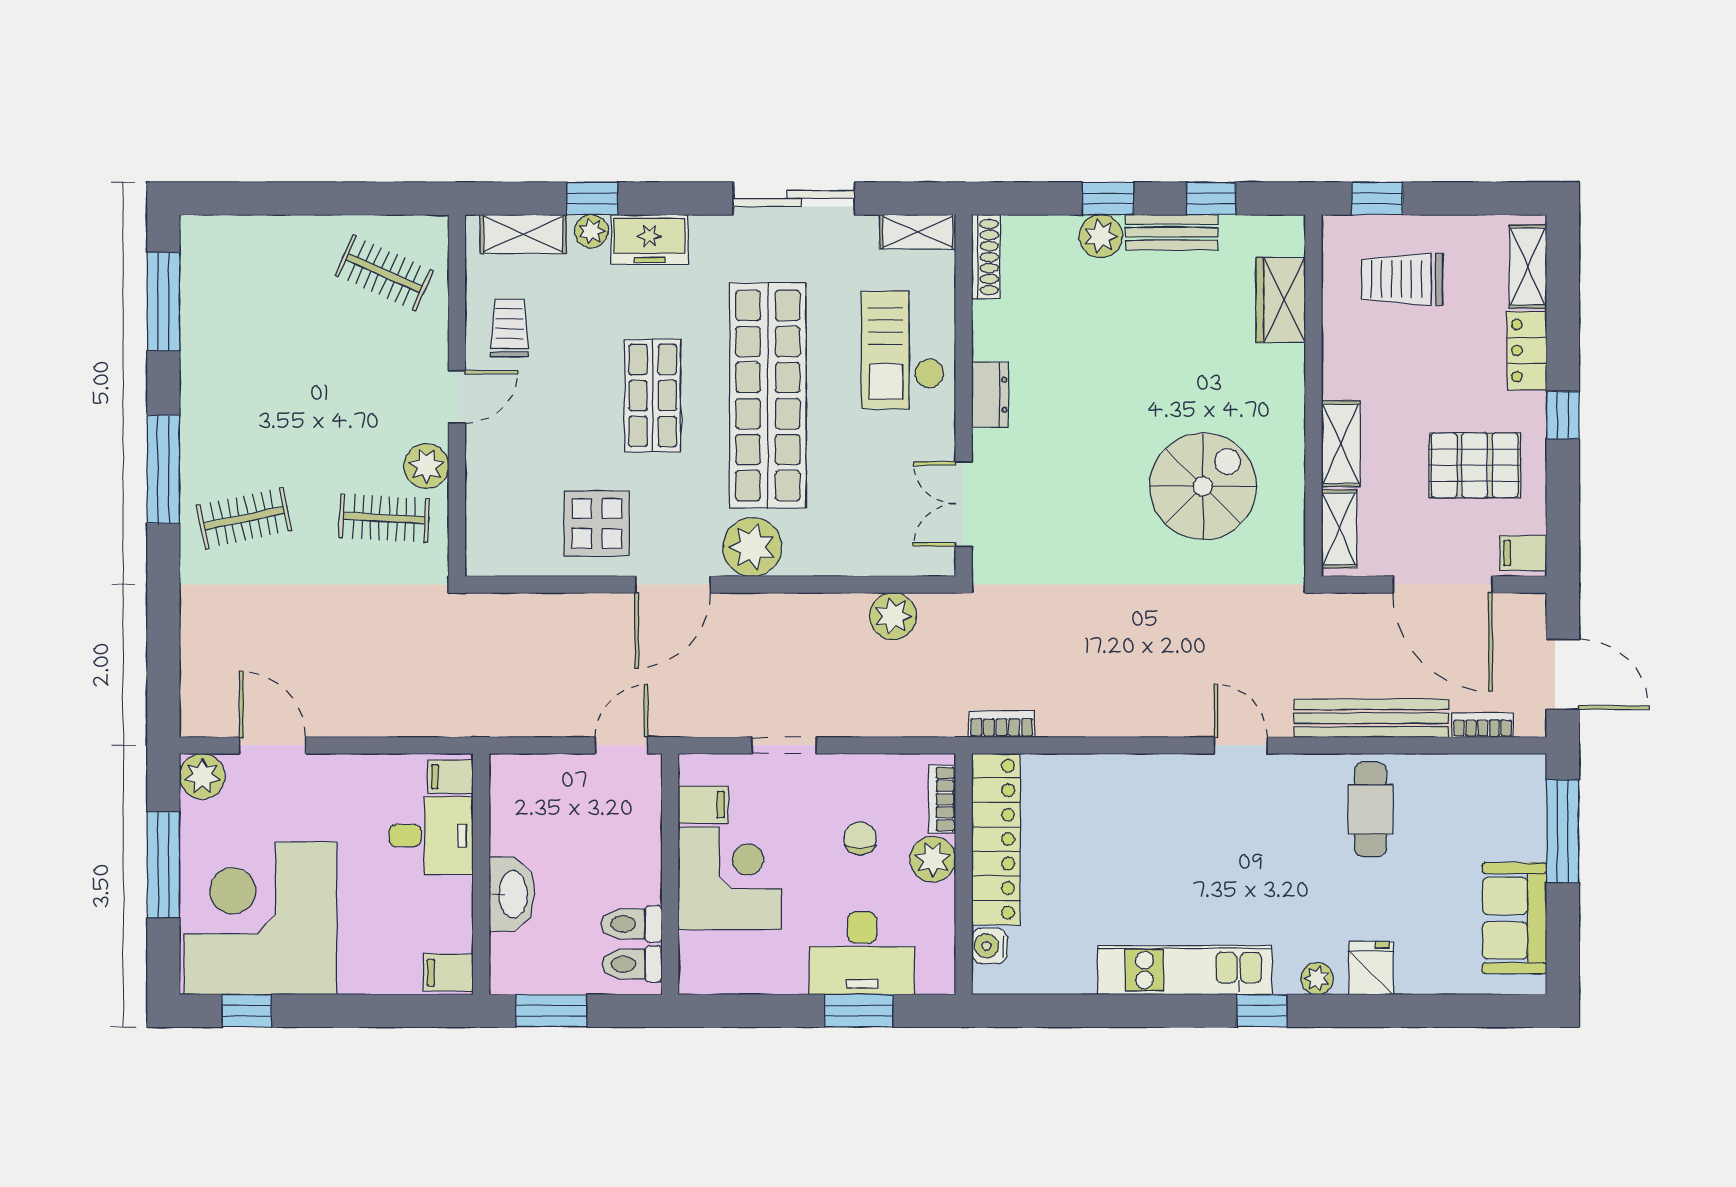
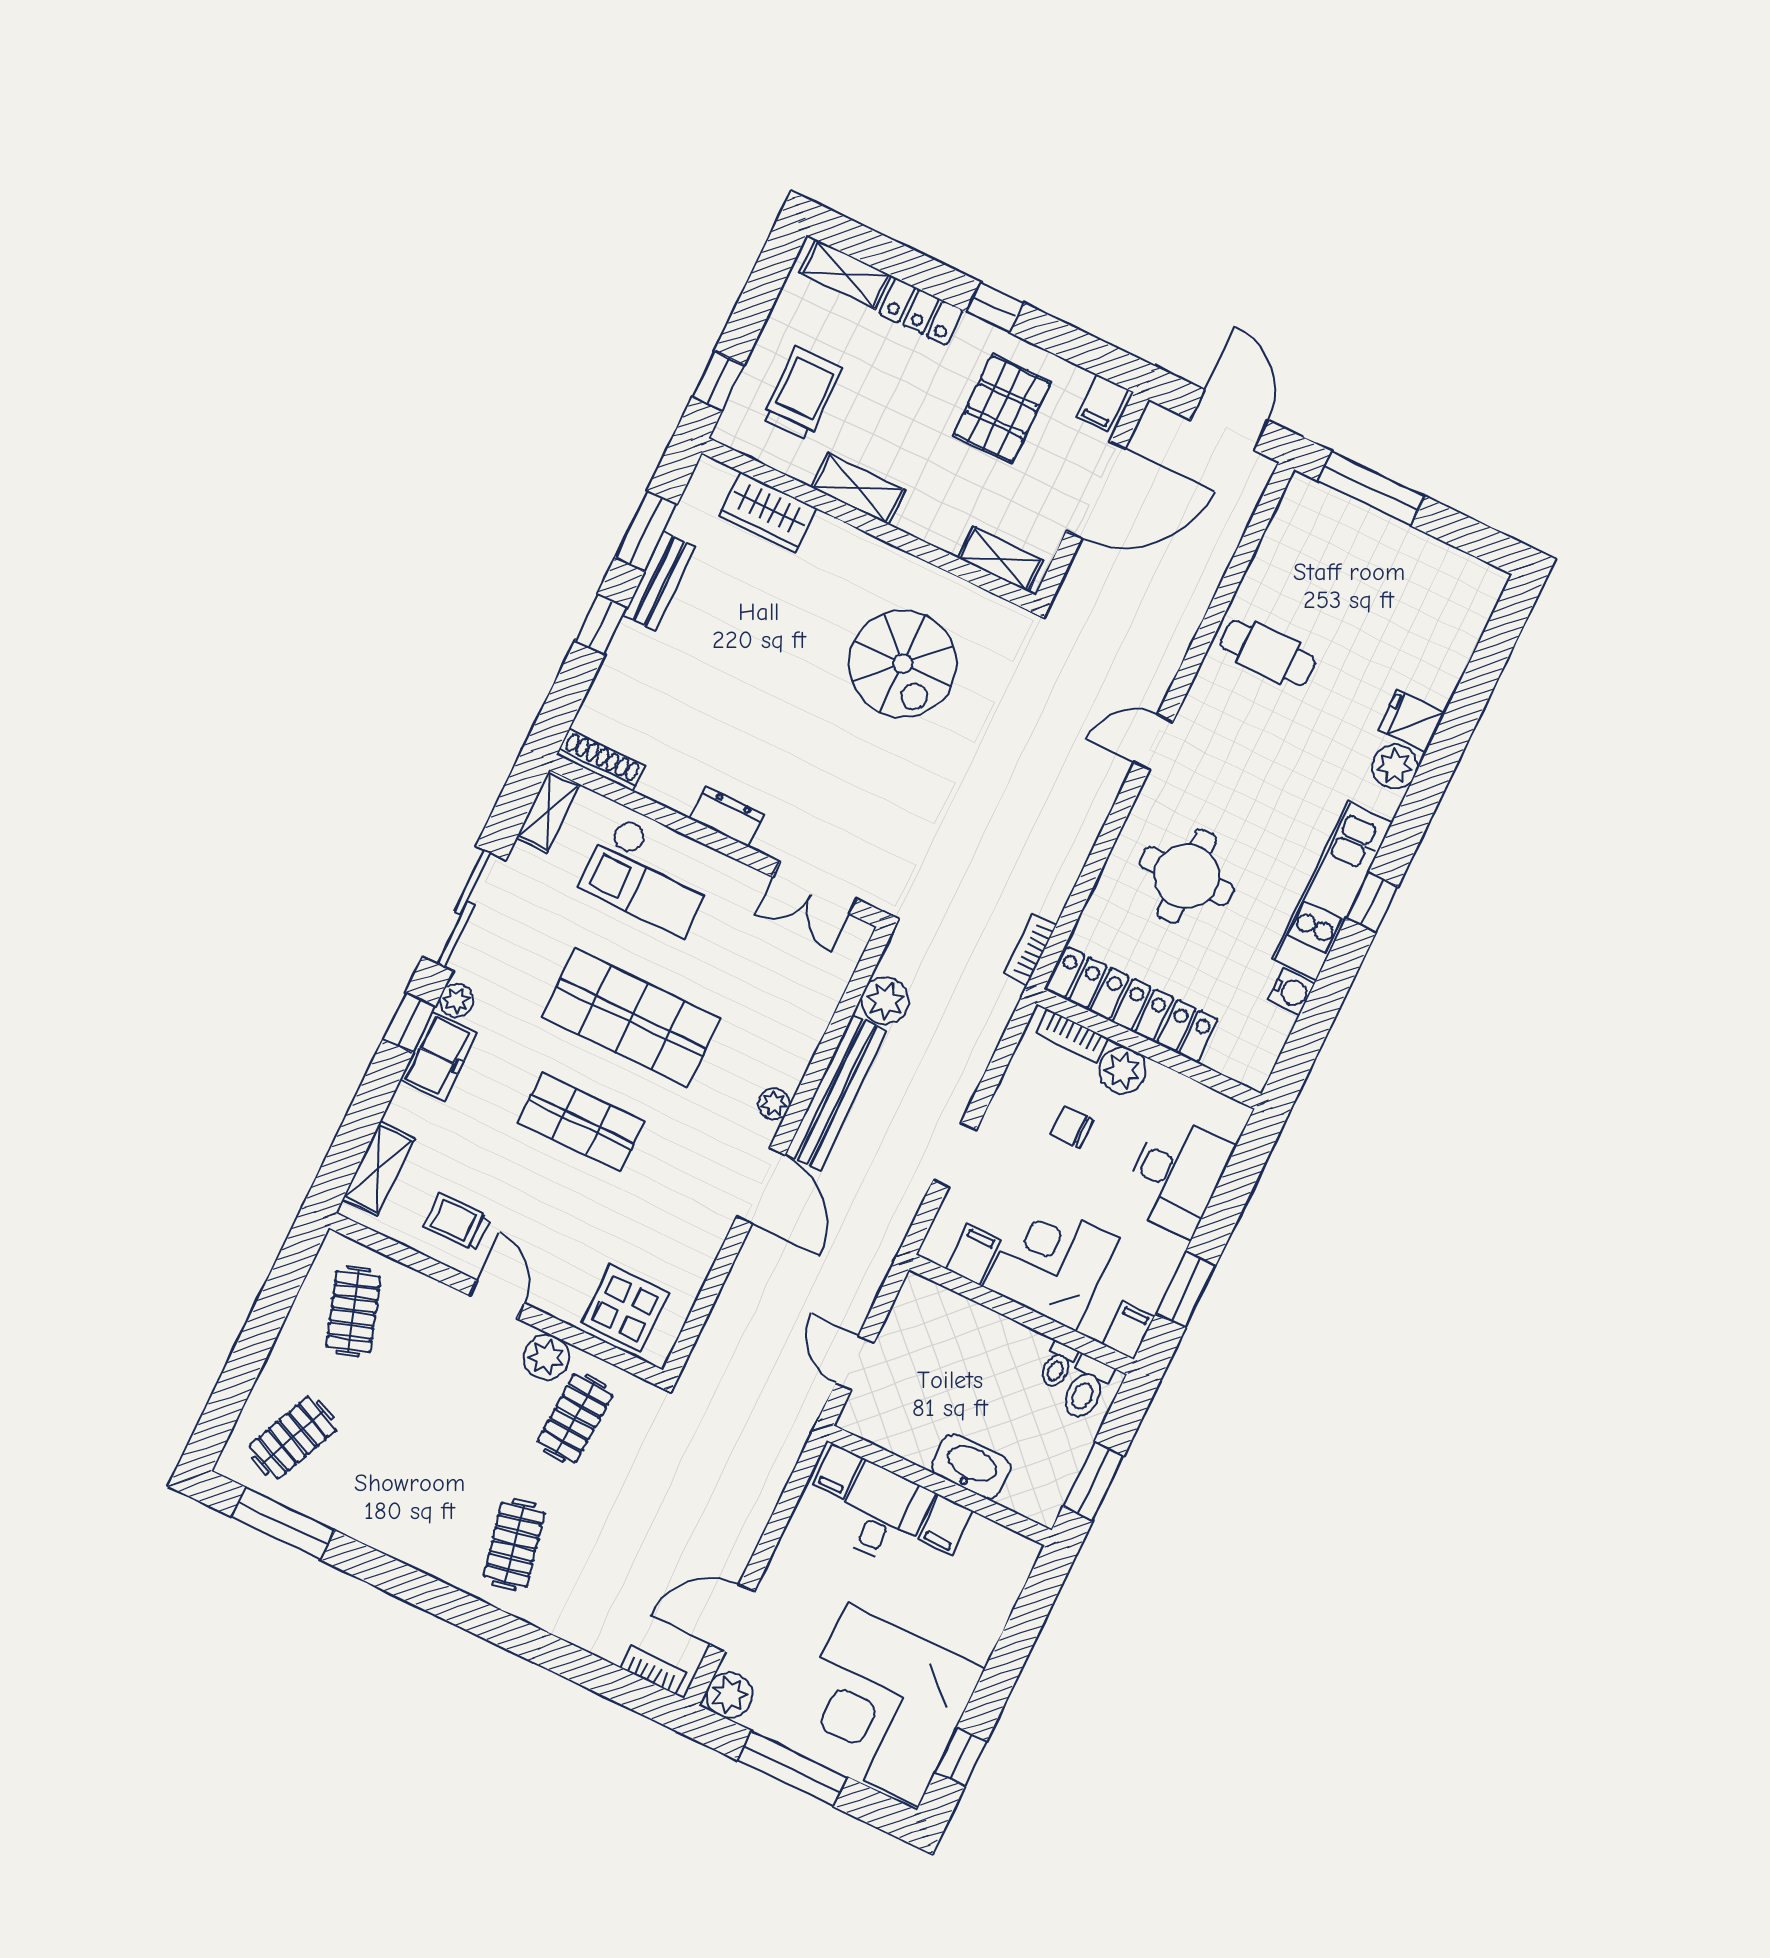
window: (592, 199) -> (409, 1023), moved
window: (1211, 199) -> (646, 531), width x1.50
plant: (591, 231) -> (456, 1001), moved
plant: (1101, 236) -> (632, 647), removed
clothes rail: (244, 273) -> (292, 1438), added
clothes rail: (384, 273) -> (353, 1311), turned -42
trolley: (1402, 279) -> (802, 394), turned 180
shop shelf: (768, 396) -> (631, 1018), width x0.71
shelving: (1341, 444) -> (858, 489), moved
window: (163, 469) -> (435, 1597), removed
spiral stairs: (1203, 486) -> (903, 664), turned 180
display table: (597, 523) -> (625, 1308), moved
plant: (752, 547) -> (774, 1104), width x0.53, depth x0.53
door: (1563, 674) -> (1229, 420), hinge flipped
bench: (1371, 718) -> (836, 1093), moved
bookcase: (1483, 725) -> (653, 1670), moved, turned 90
door: (621, 745) -> (855, 1363), moved
round table: (1135, 833) -> (1187, 876), added
sofa: (1515, 918) -> (1429, 570), removed
toilet: (632, 924) -> (1058, 1366), width x0.73, depth x0.72
water cooler: (989, 946) -> (1291, 992), moved, turned -90
filing cabinet: (448, 973) -> (945, 1525), moved
filing cabinet: (702, 977) -> (1128, 1331), added
plant: (1317, 979) -> (1395, 766), width x1.38, depth x1.38
window: (859, 1011) -> (1186, 1290), moved
window: (1262, 1011) -> (1372, 902), moved

